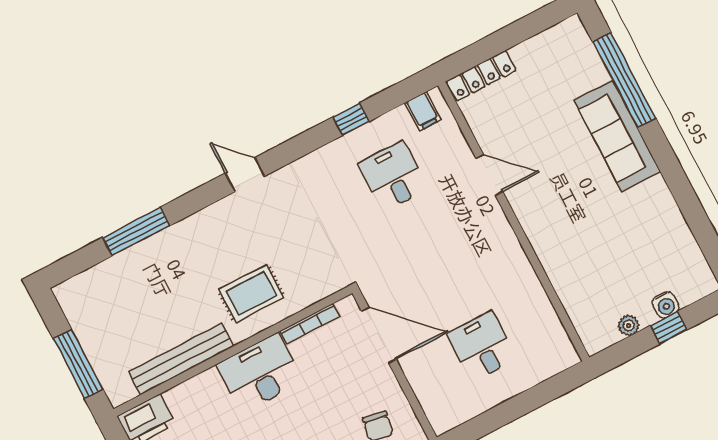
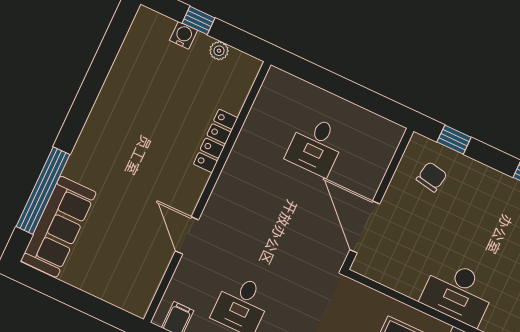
locker: (481, 76) -> (216, 141), moved, turned -90
sofa: (617, 136) -> (58, 227), moved
bookcase: (310, 324) -> (395, 283), removed

